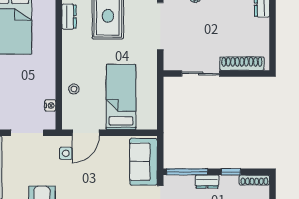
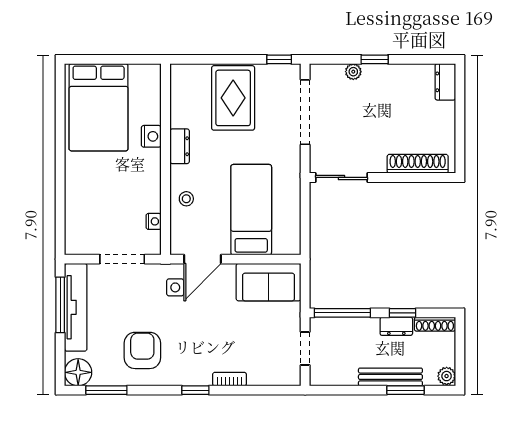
dresser: (69, 17) -> (180, 146), moved
nightstand: (48, 44) -> (151, 136), added
sliding door: (201, 74) -> (341, 177), moved
sofa: (143, 162) -> (268, 282), moved, turned -90
dresser: (207, 182) -> (396, 326), moved

